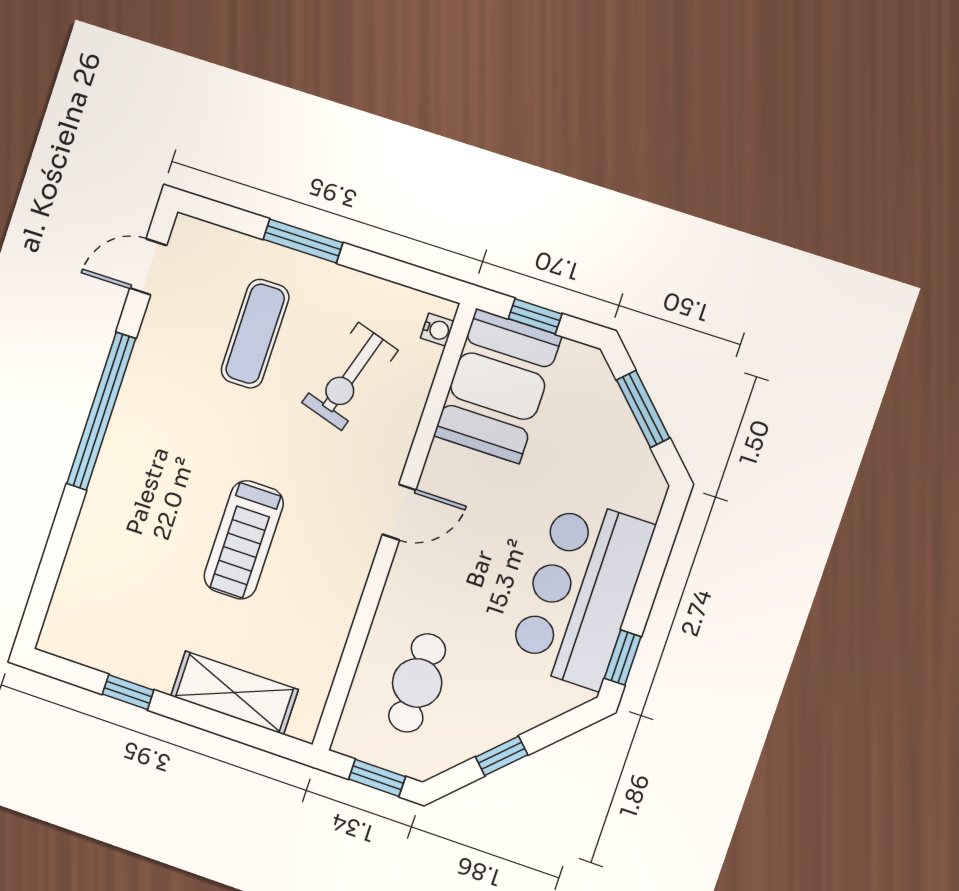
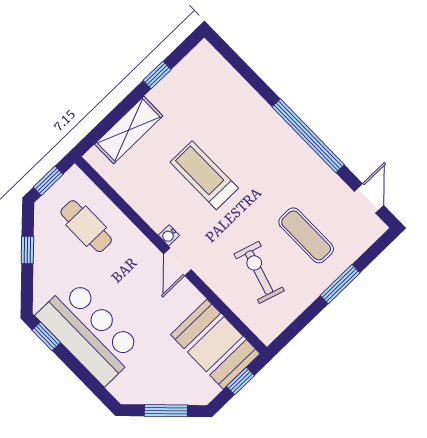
water cooler: (437, 330) -> (169, 235), moved

